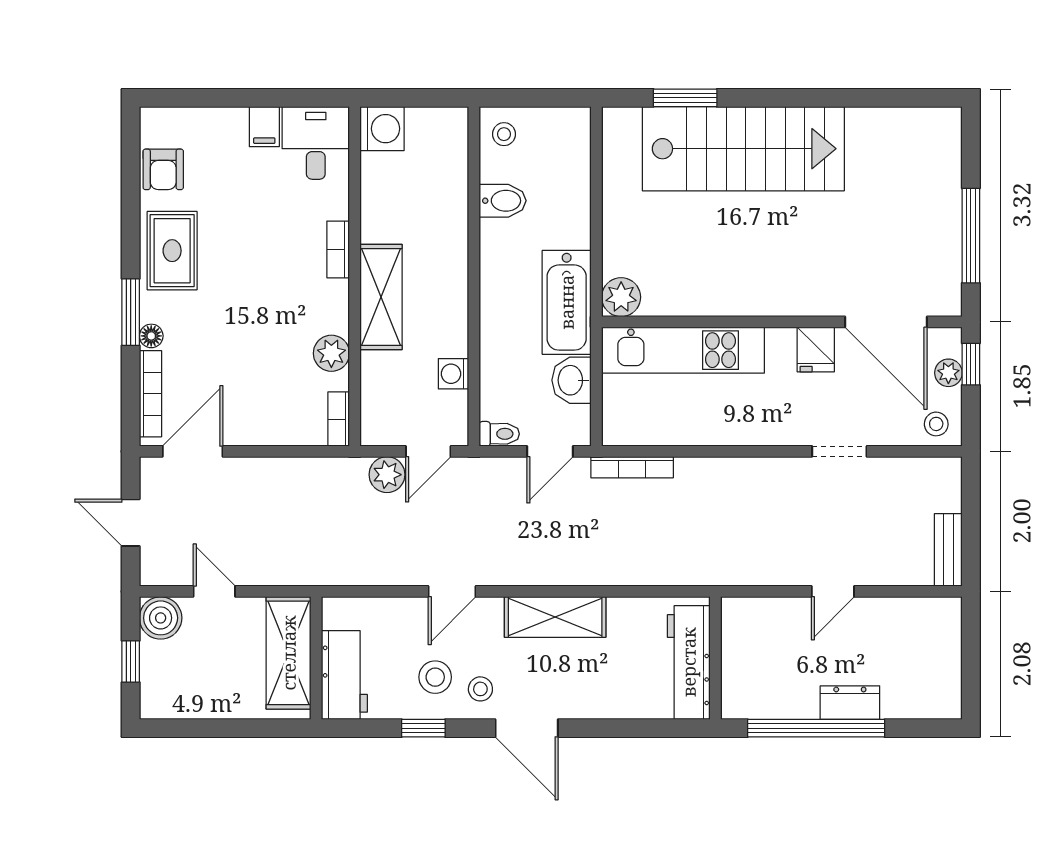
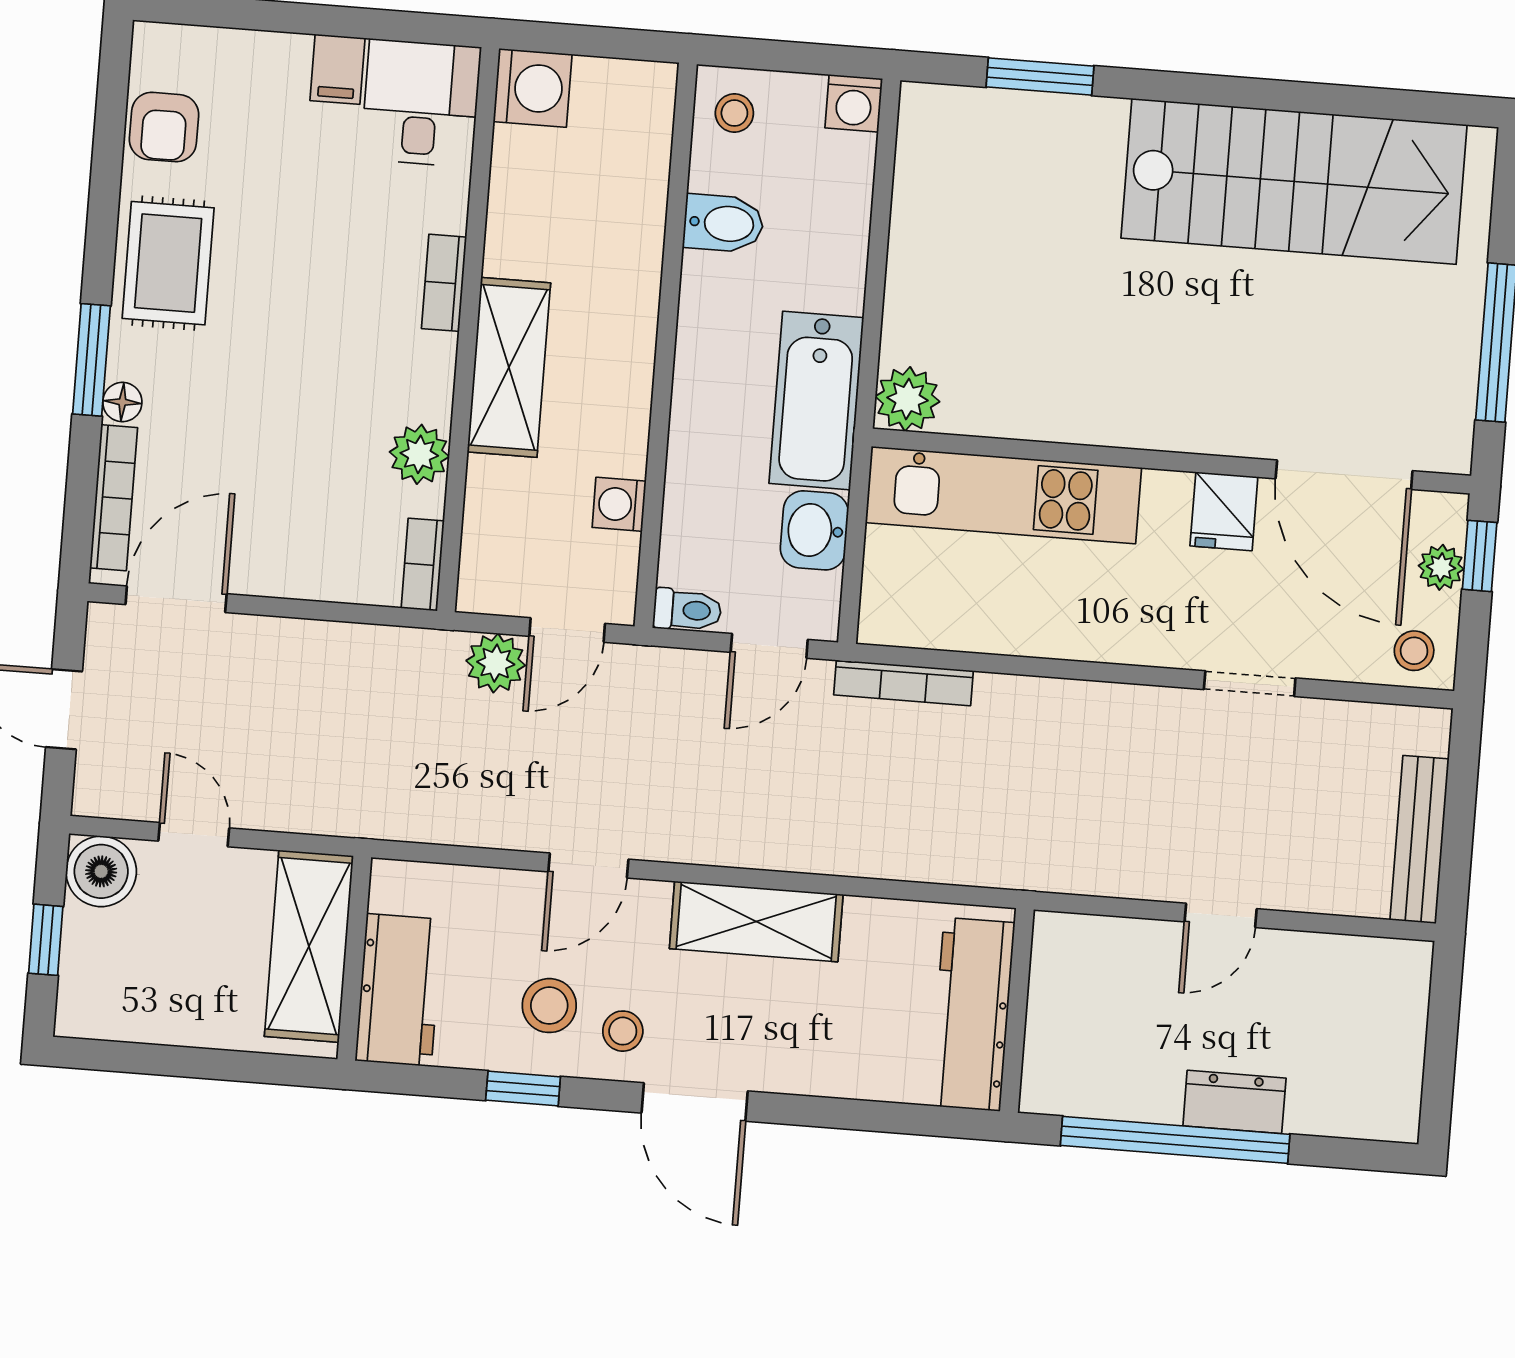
washing machine: (575, 123) -> (854, 103), added
stairs: (743, 149) -> (1294, 181), moved
bench: (948, 550) -> (1419, 839), width x1.36

